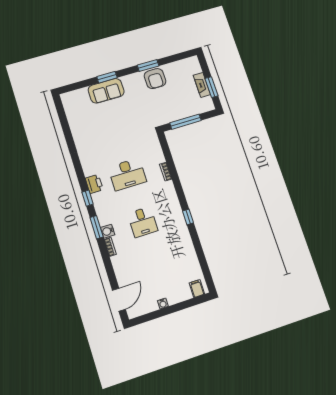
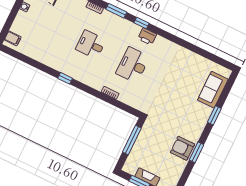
sofa: (106, 91) -> (213, 90), moved
water cooler: (108, 231) -> (107, 16), removed

